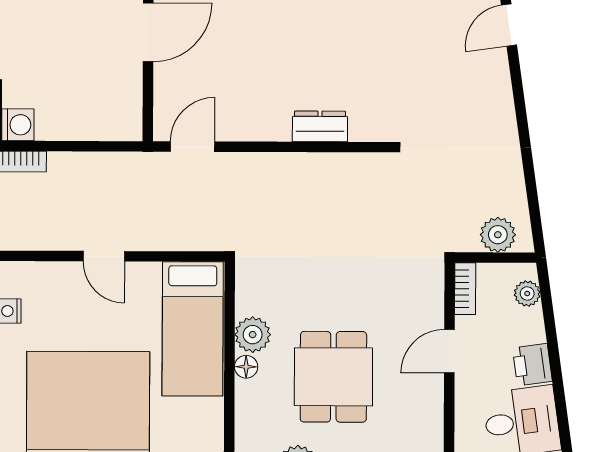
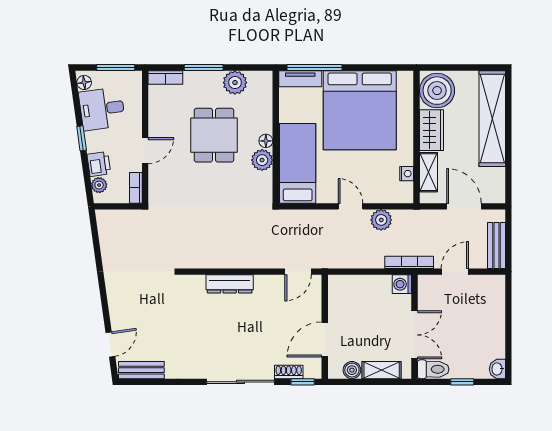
dresser: (320, 126) -> (230, 284), width x1.44
plant: (498, 235) -> (381, 220), moved
printer: (532, 365) -> (99, 164), moved
window: (556, 372) -> (82, 138), added

